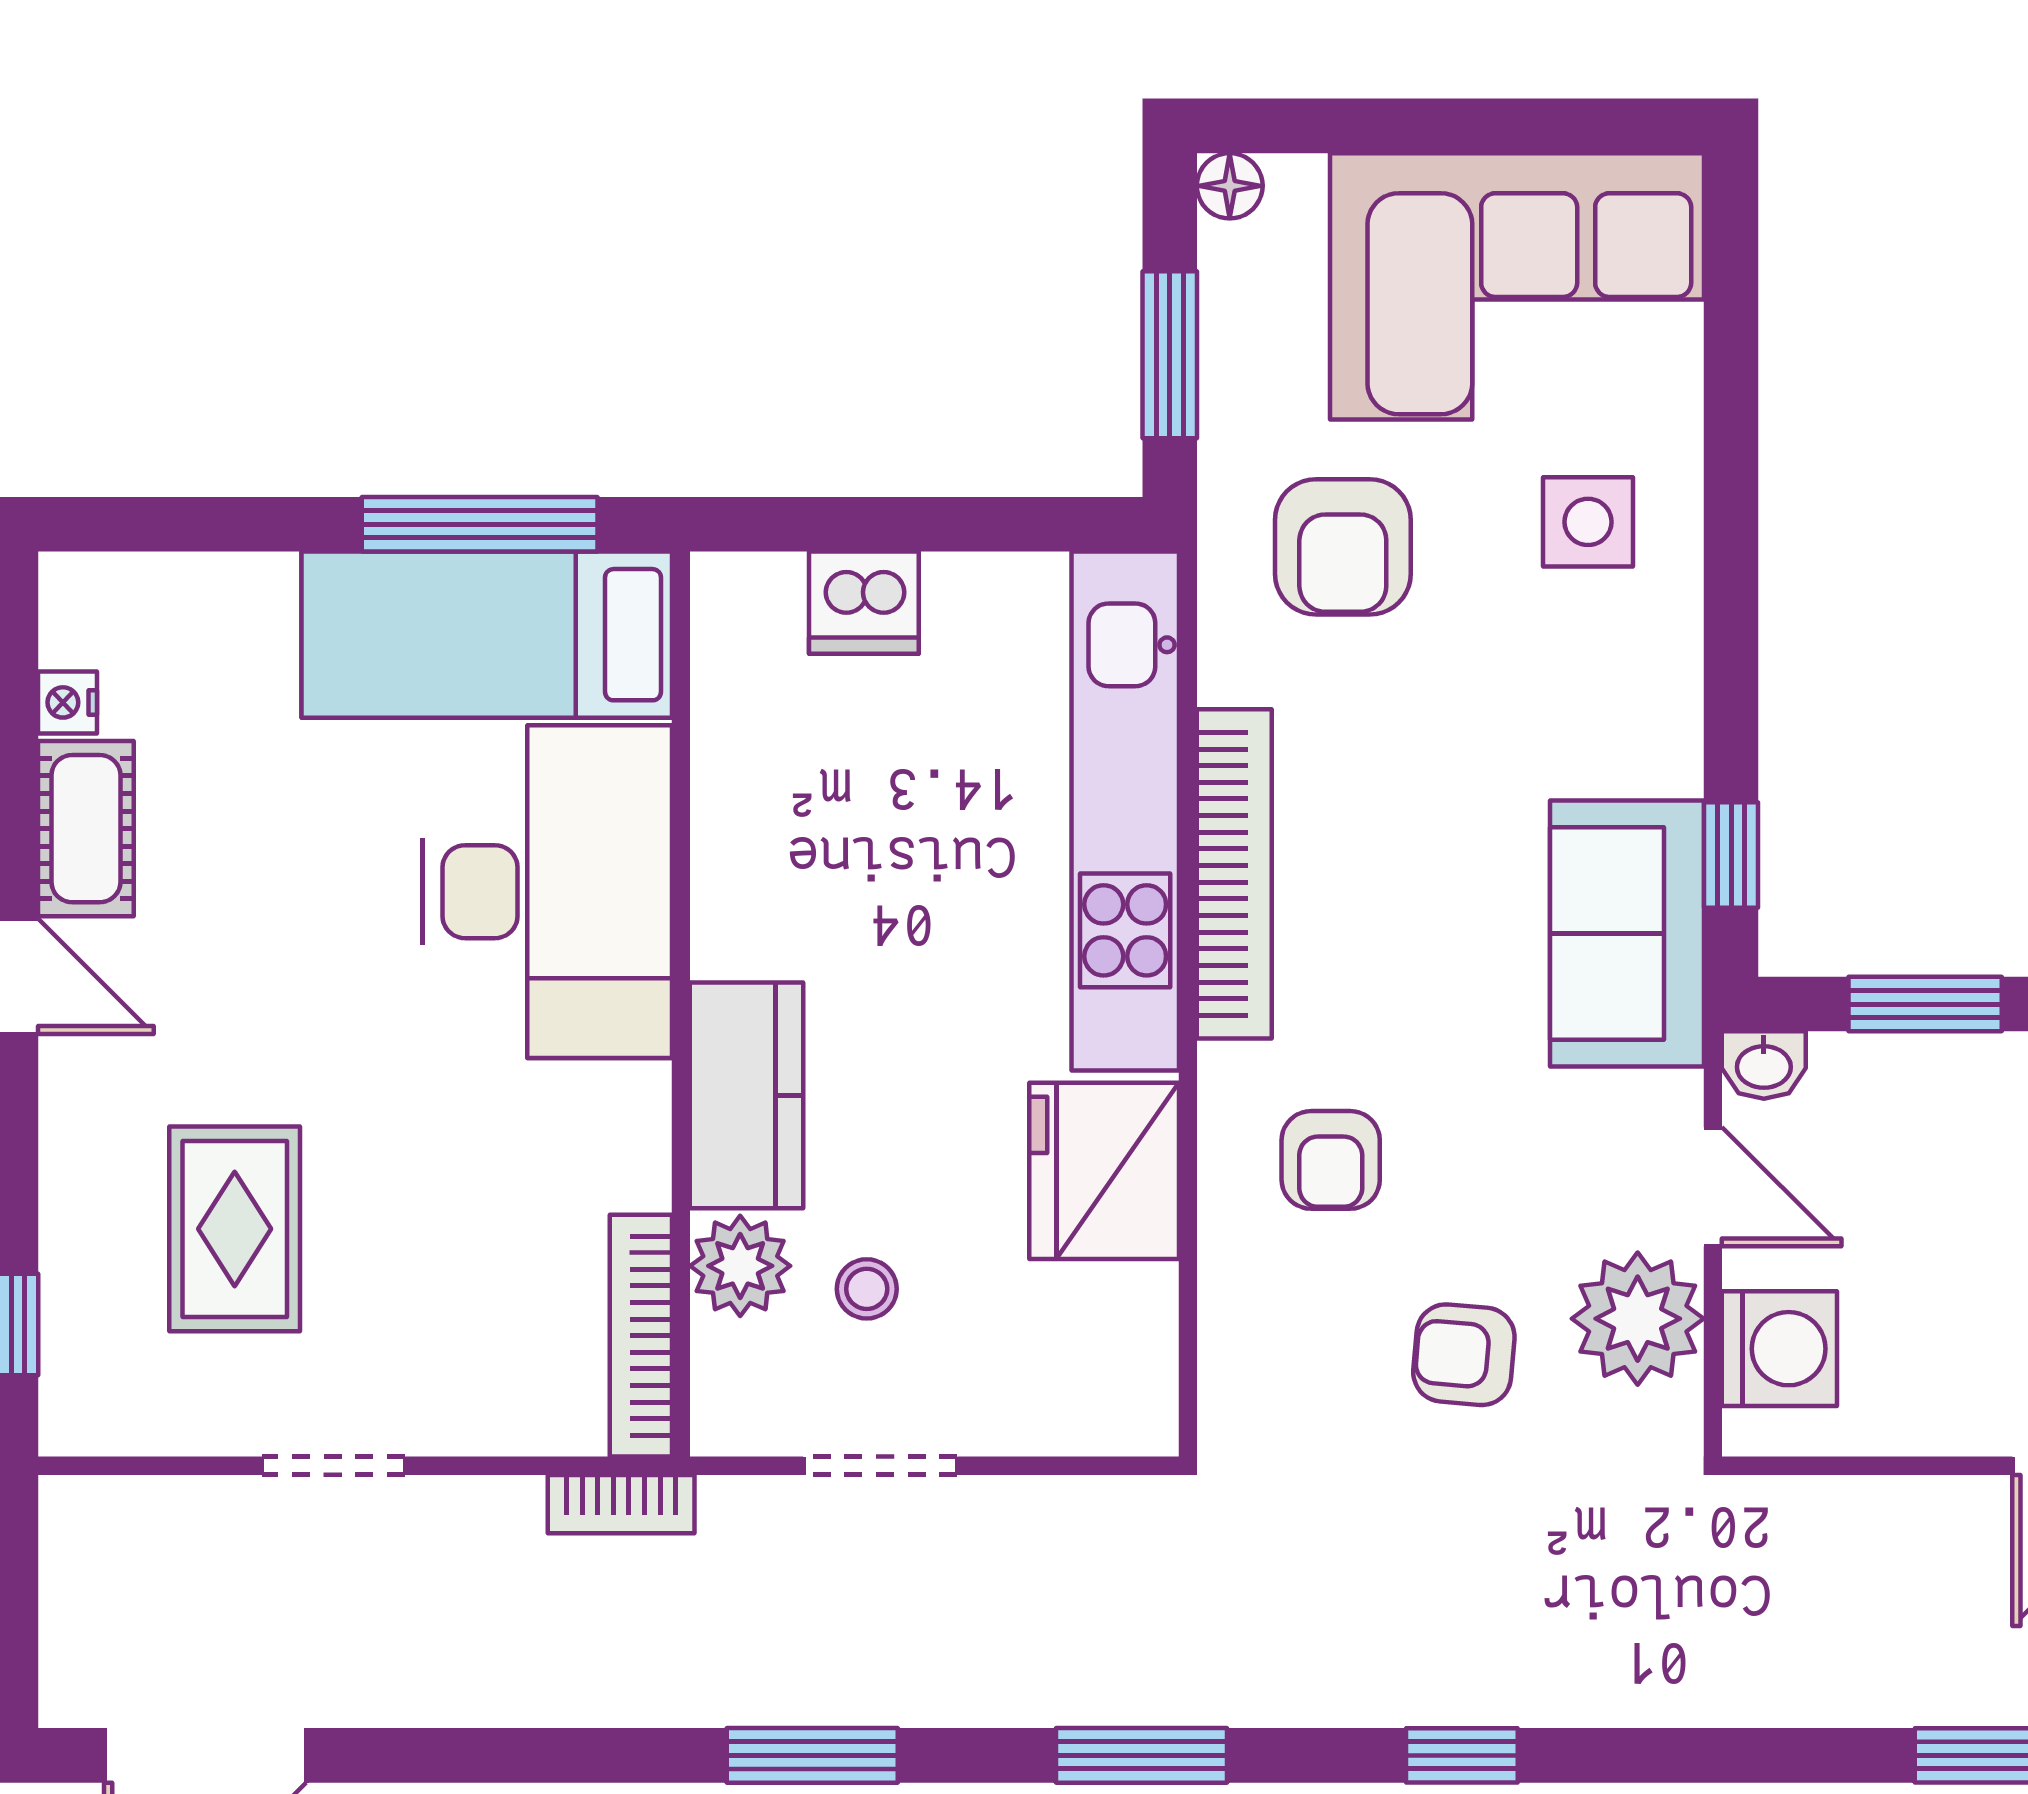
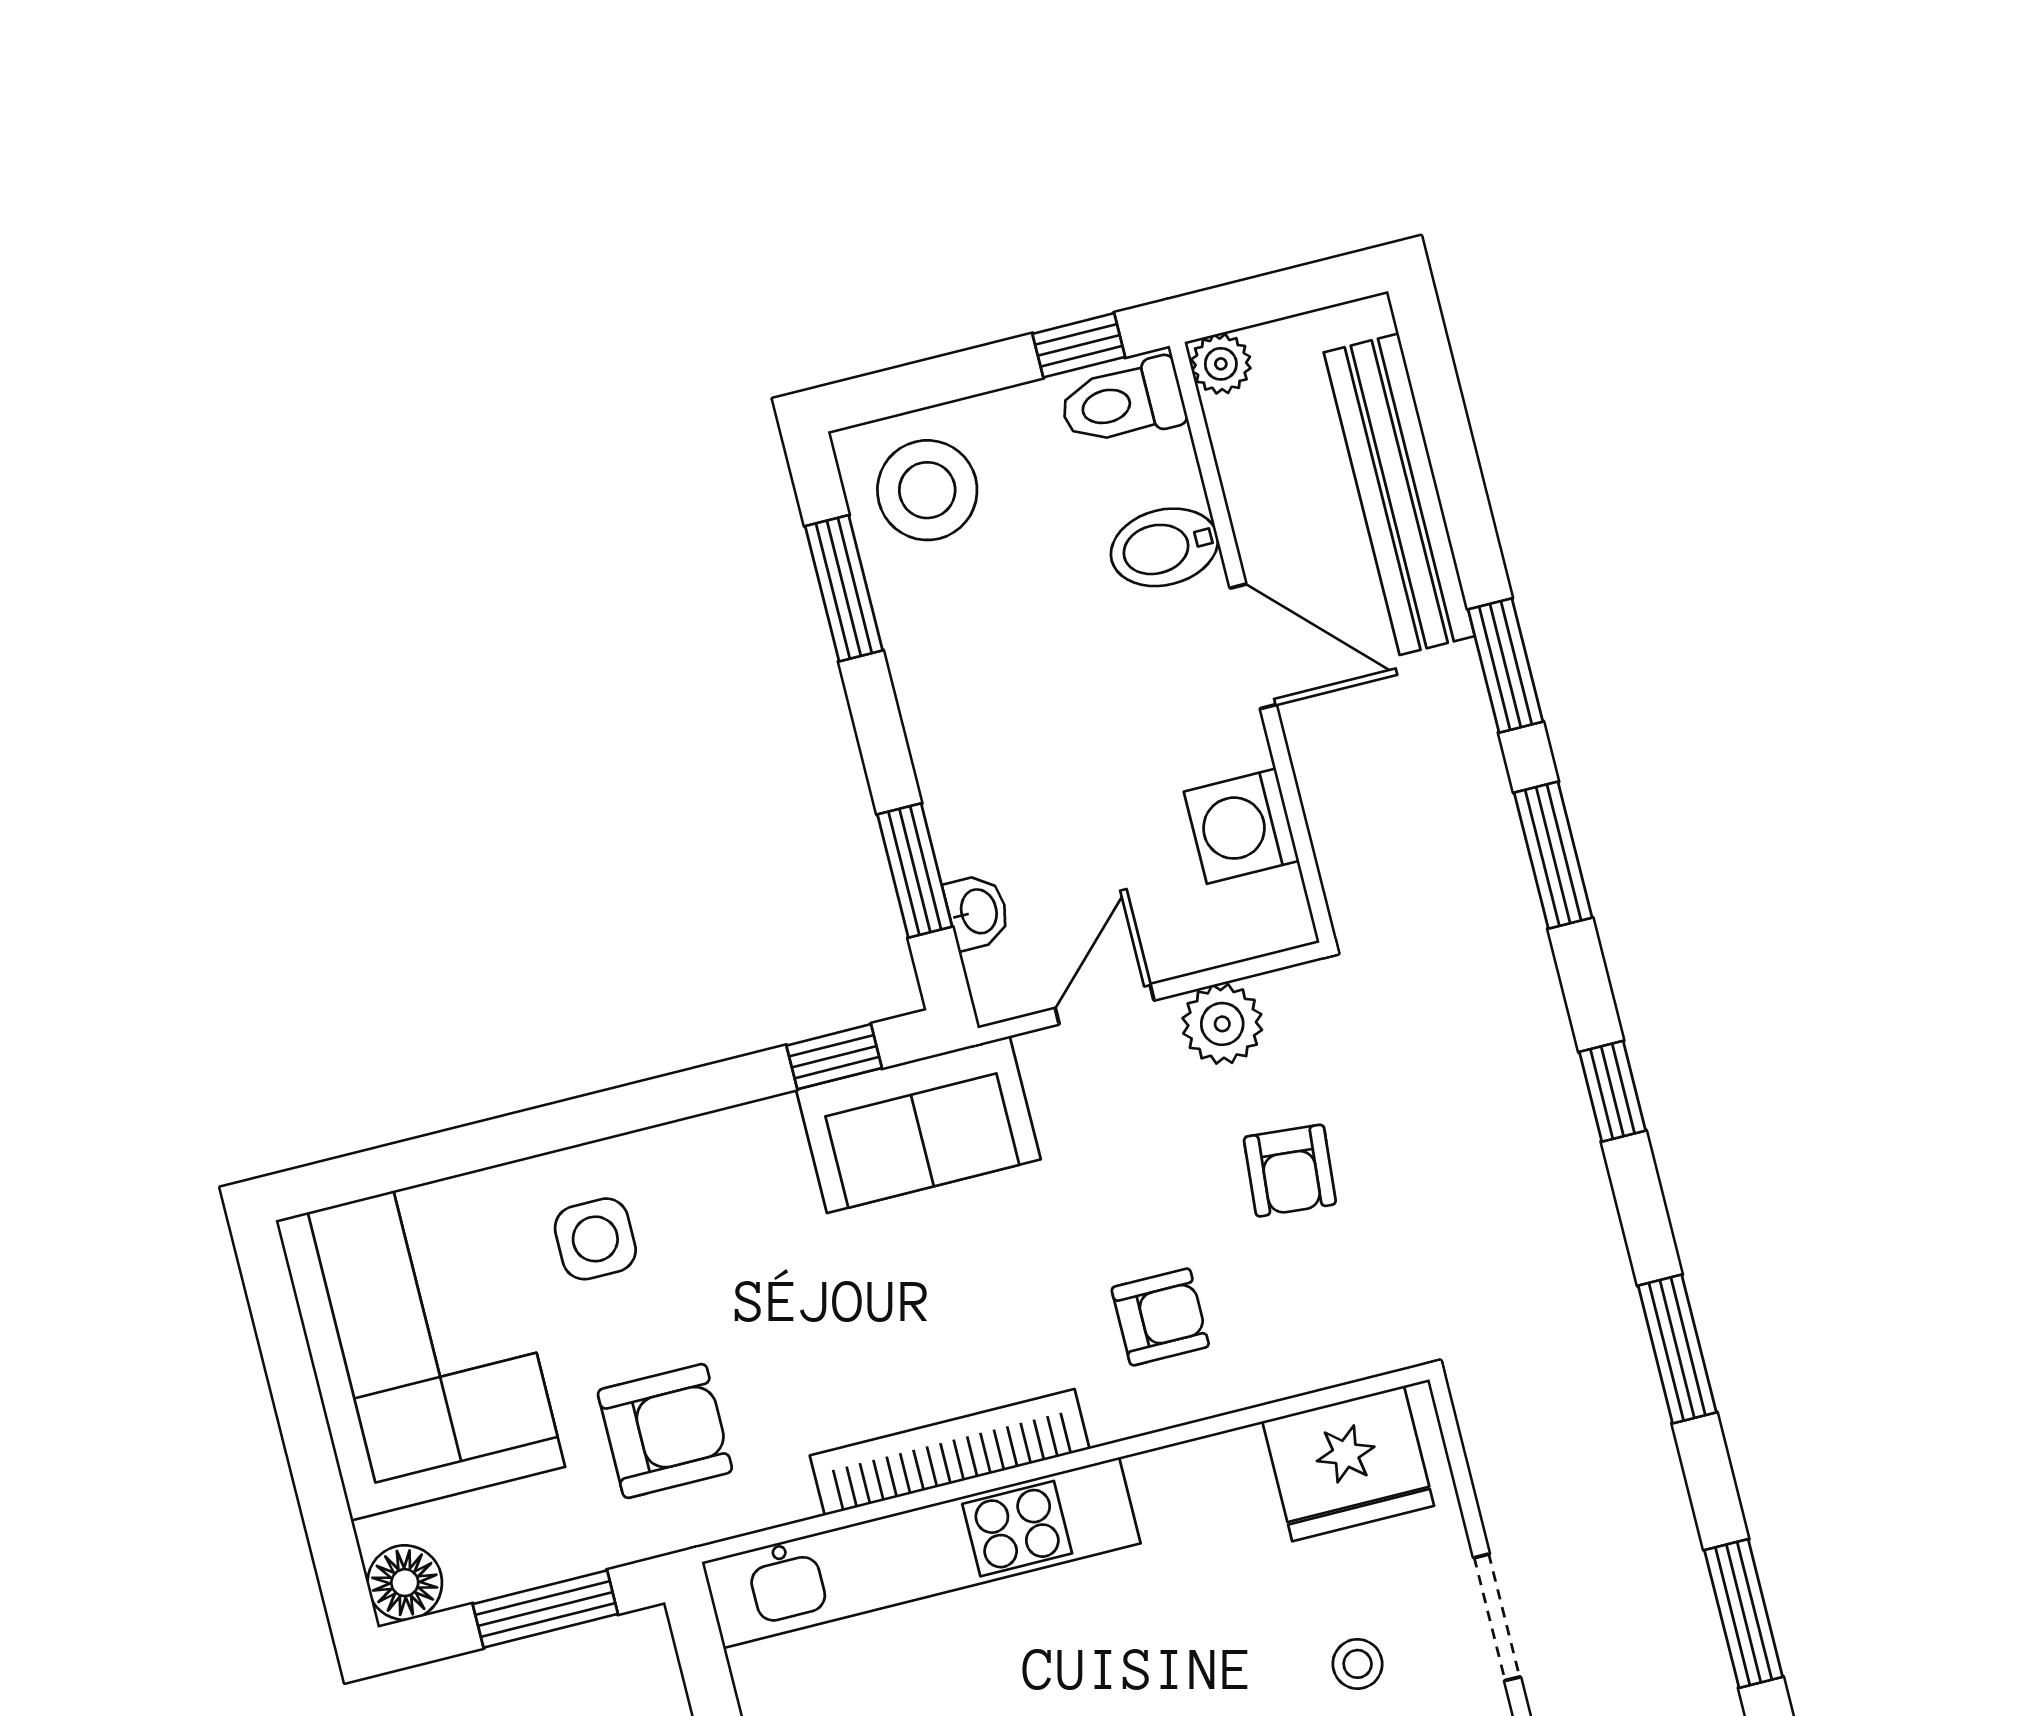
floor lamp: (1230, 186) -> (405, 1583), width x1.37, depth x1.37
washbasin: (1764, 1065) -> (977, 912), moved
fridge: (1104, 1171) -> (1348, 1463), moved
plant: (1638, 1319) -> (1222, 1024), width x0.73, depth x0.73
washing machine: (1779, 1349) -> (1241, 826), moved, turned -90
window: (1756, 1755) -> (1553, 855), added

